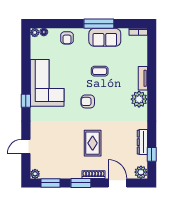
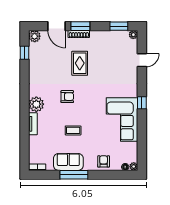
armchair: (88, 101) -> (67, 97), moved
dresser: (142, 142) -> (33, 64), removed
window: (81, 183) -> (80, 26), moved

